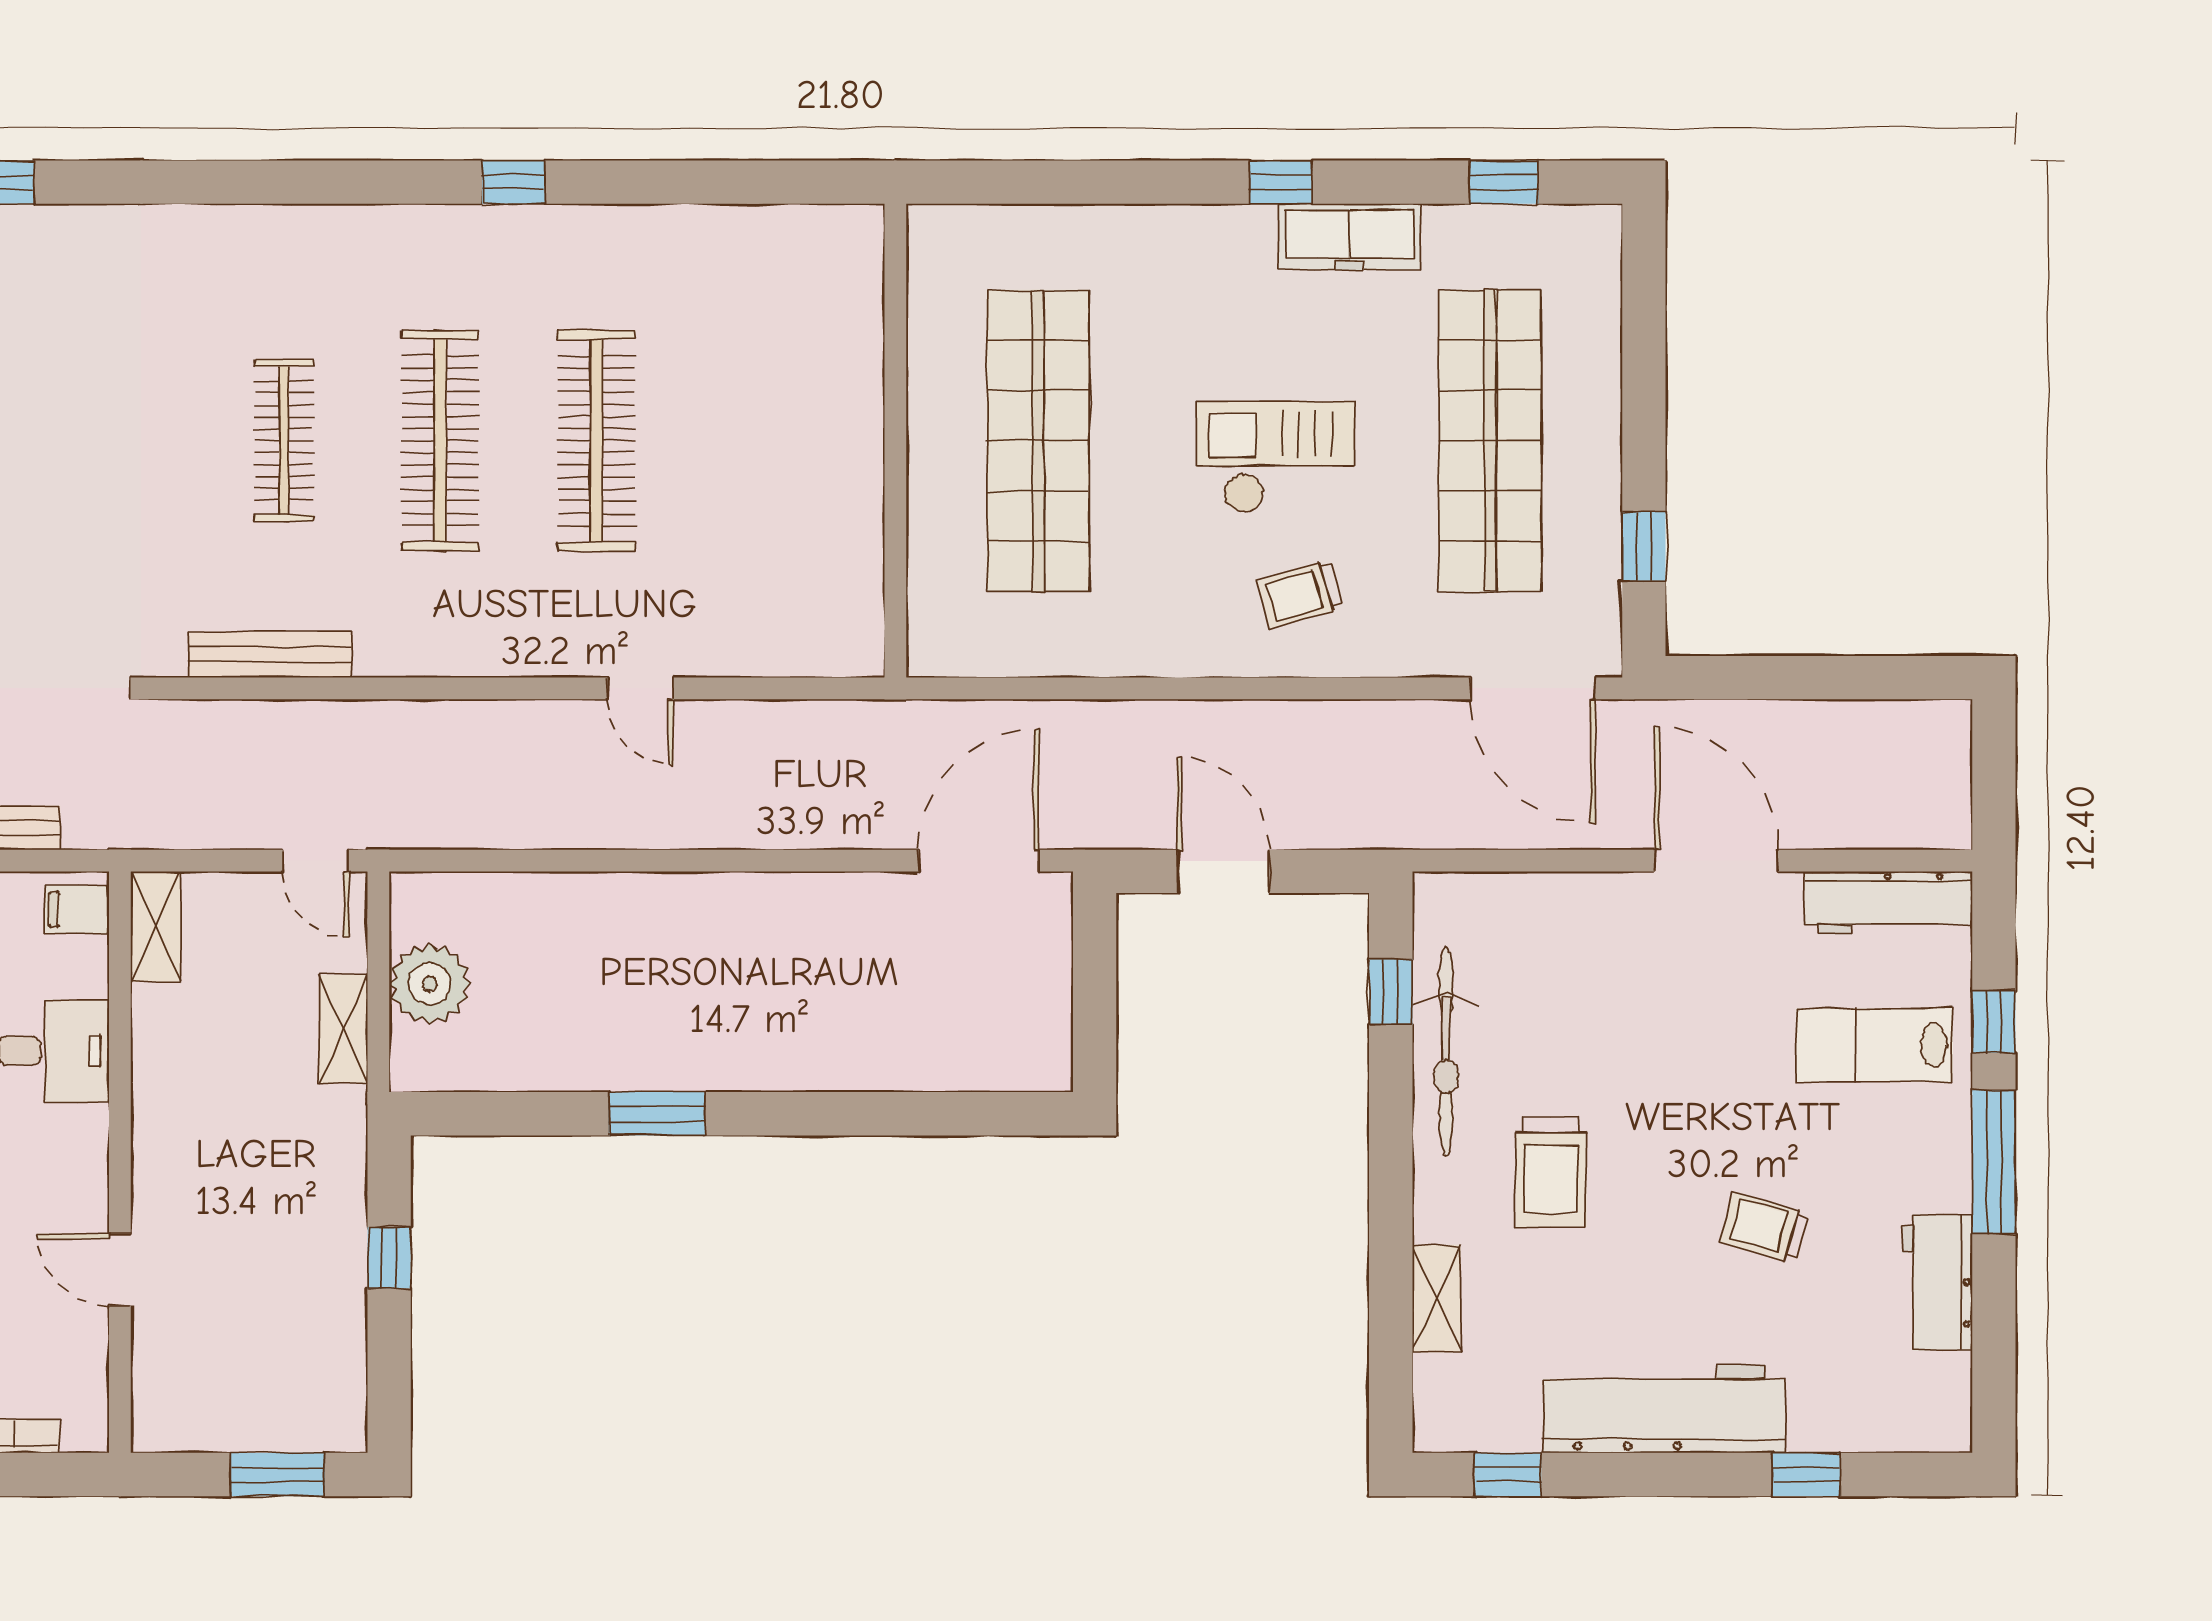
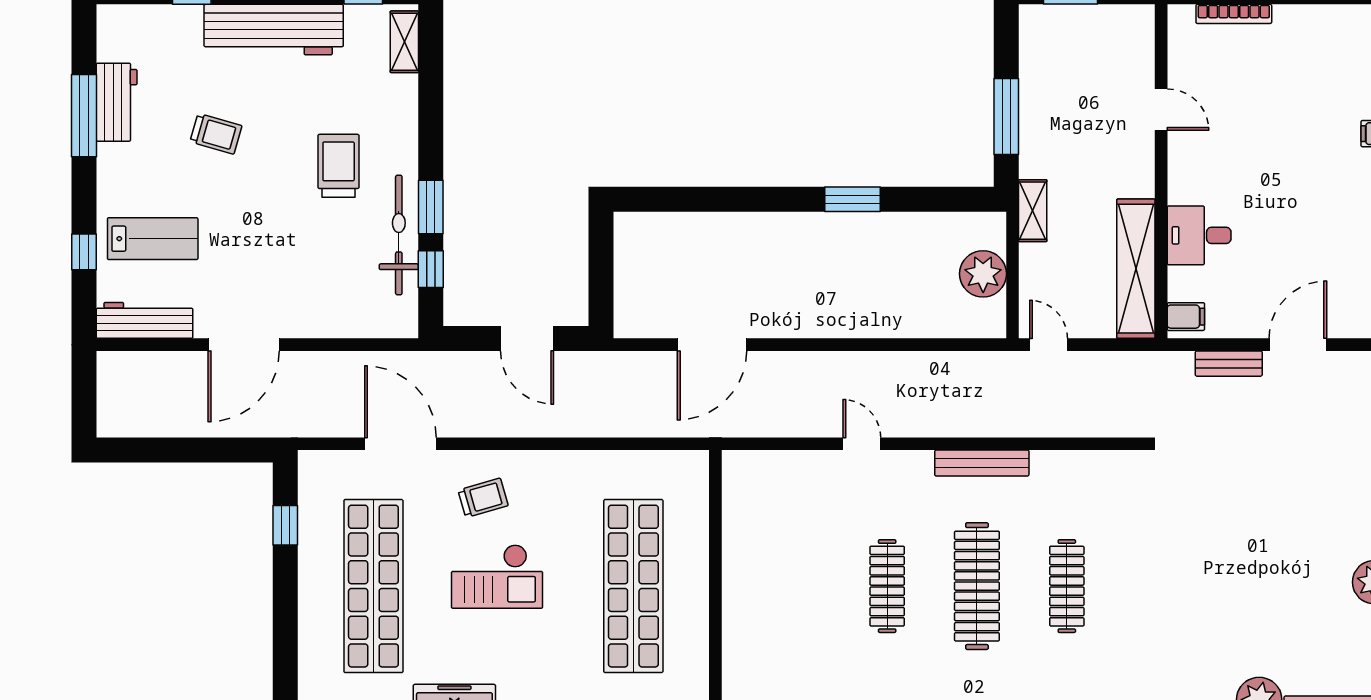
clothes rail: (597, 441) -> (887, 586), width x0.73, depth x0.76
bench: (270, 655) -> (982, 463), moved
door: (1533, 688) -> (401, 444), moved
door: (979, 861) -> (712, 345), moved
door: (1716, 861) -> (244, 345), hinge flipped
shelving: (155, 927) -> (1136, 269), width x2.20, depth x1.33
shelving: (343, 1029) -> (1033, 211), moved
window: (1391, 1100) -> (431, 207), added
window: (1994, 1162) -> (84, 116), moved
window: (389, 1258) -> (1006, 116), width x2.17
shelving: (1436, 1299) -> (404, 42), moved

